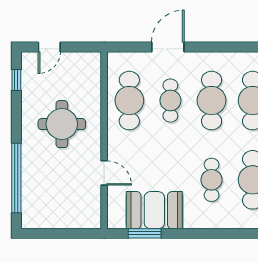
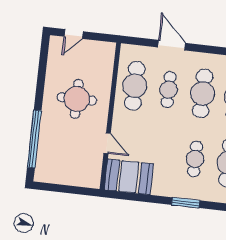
door: (168, 47) -> (172, 45), hinge flipped
window: (16, 80) -> (43, 58), removed
booth: (154, 210) -> (129, 177), moved
window: (145, 233) -> (186, 203), moved

